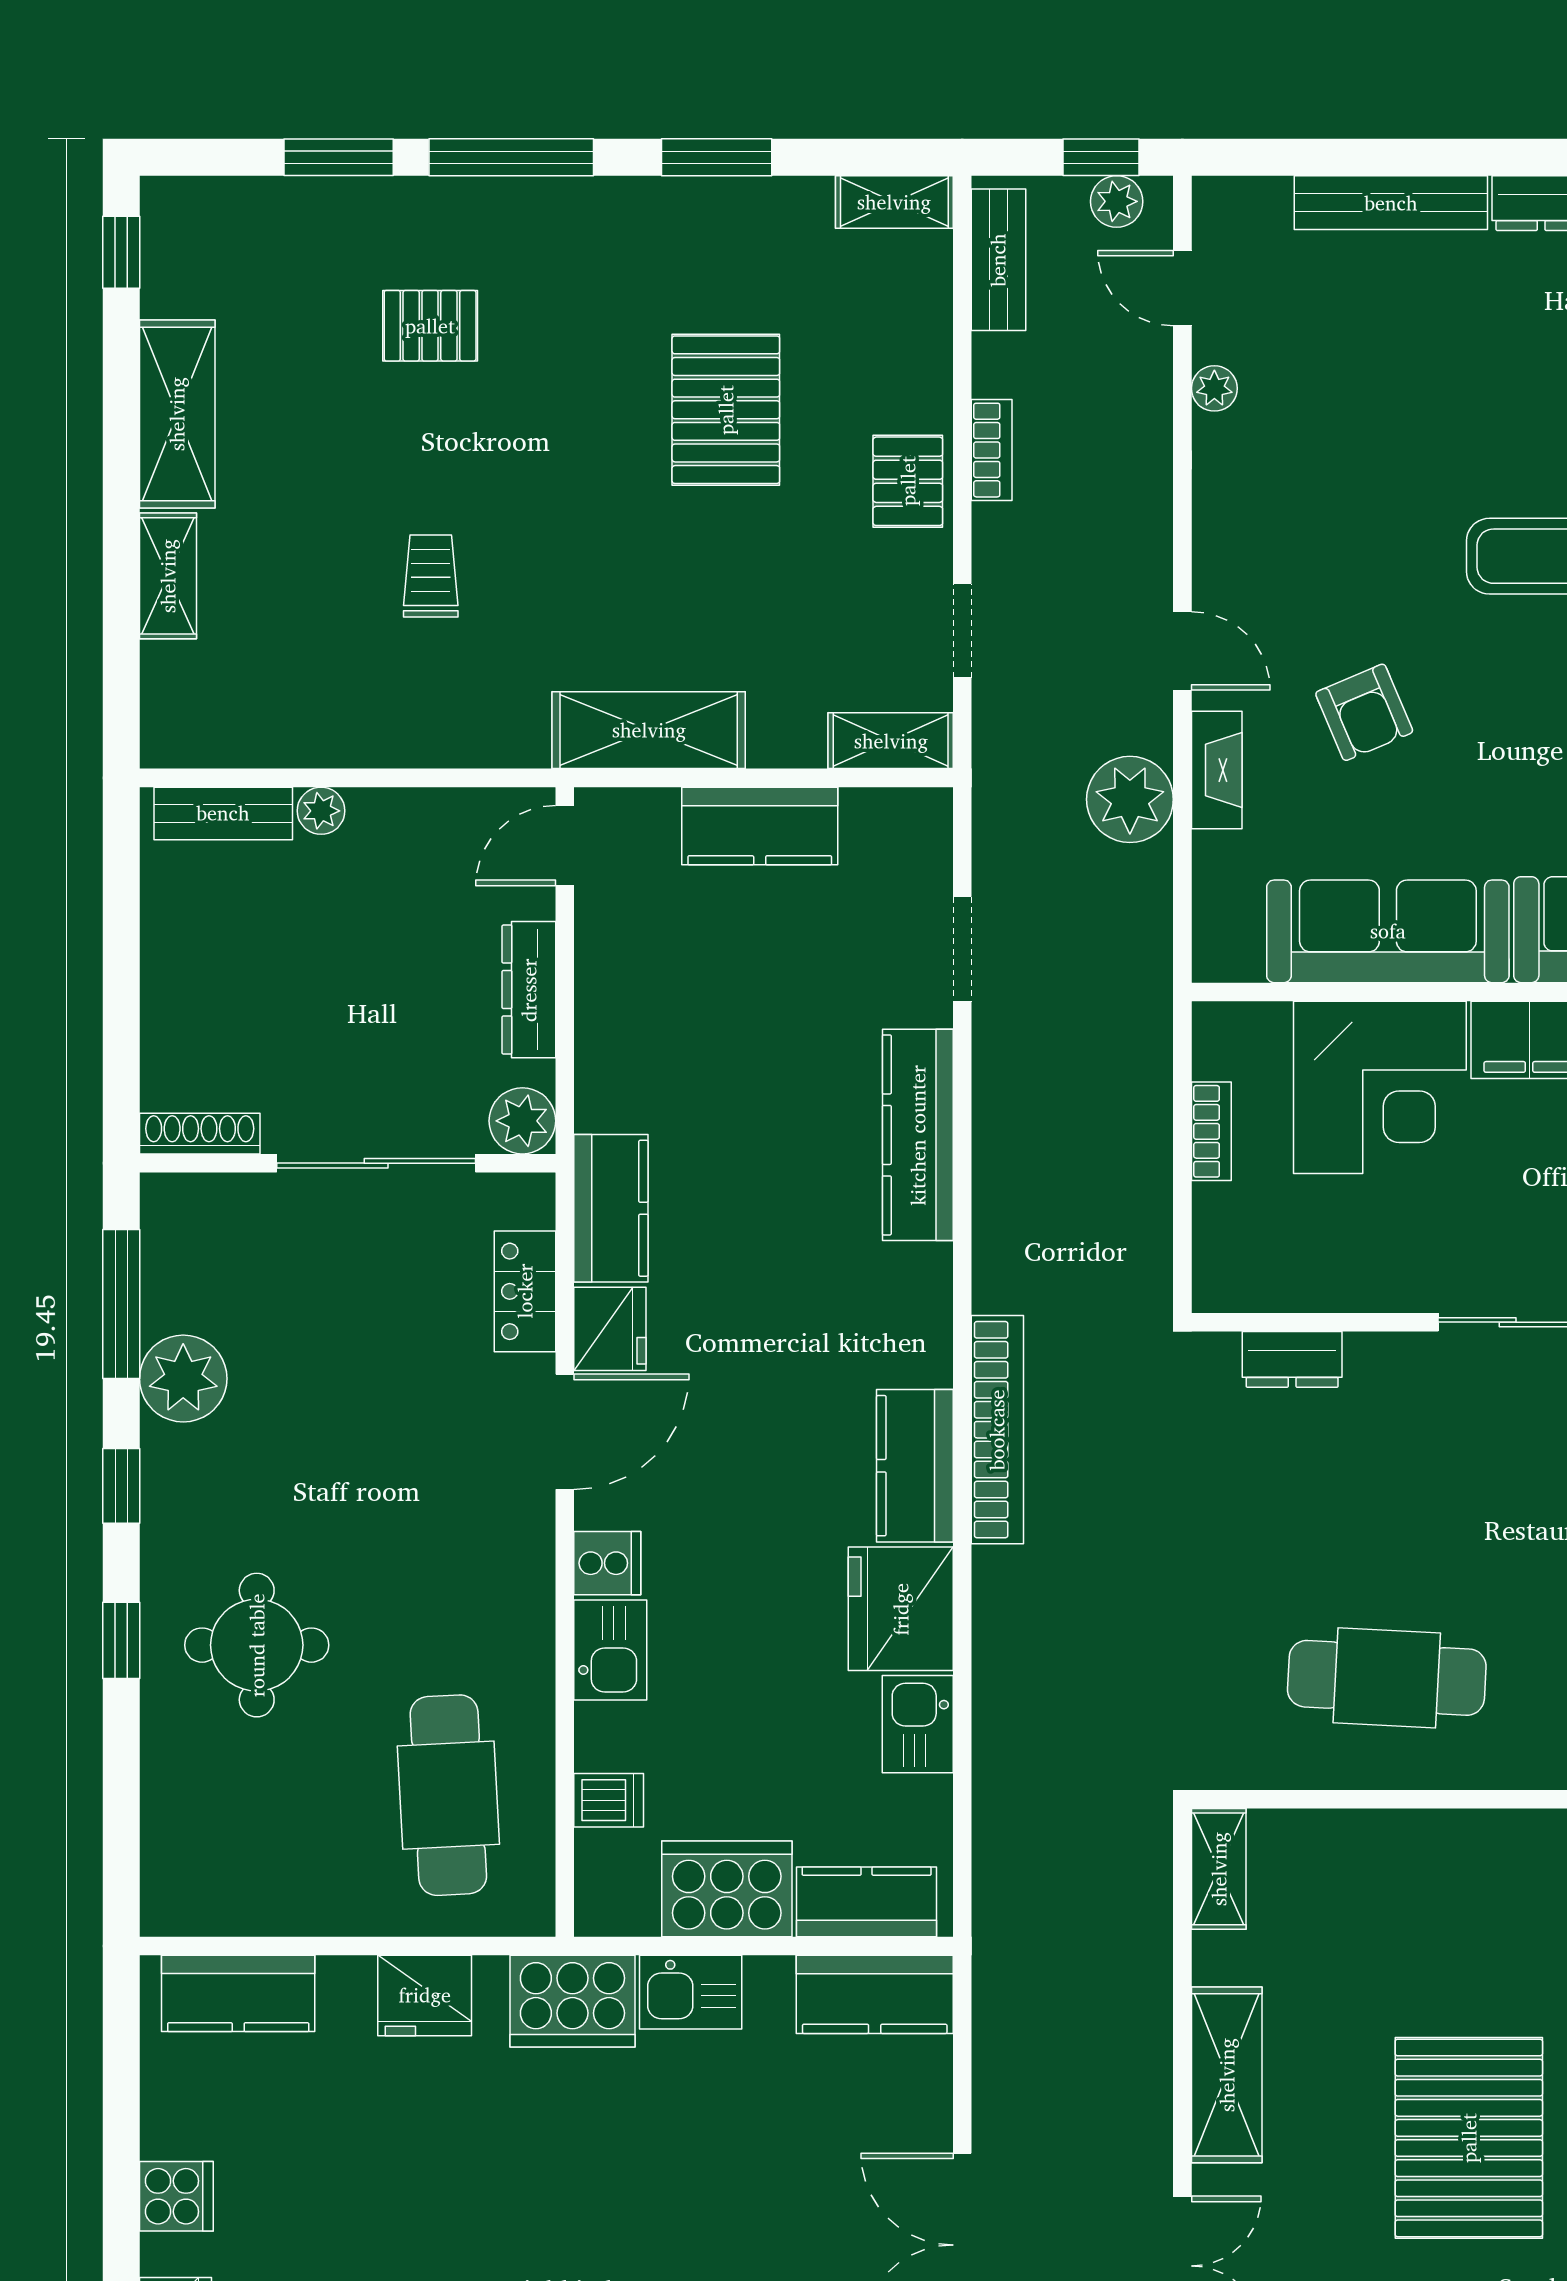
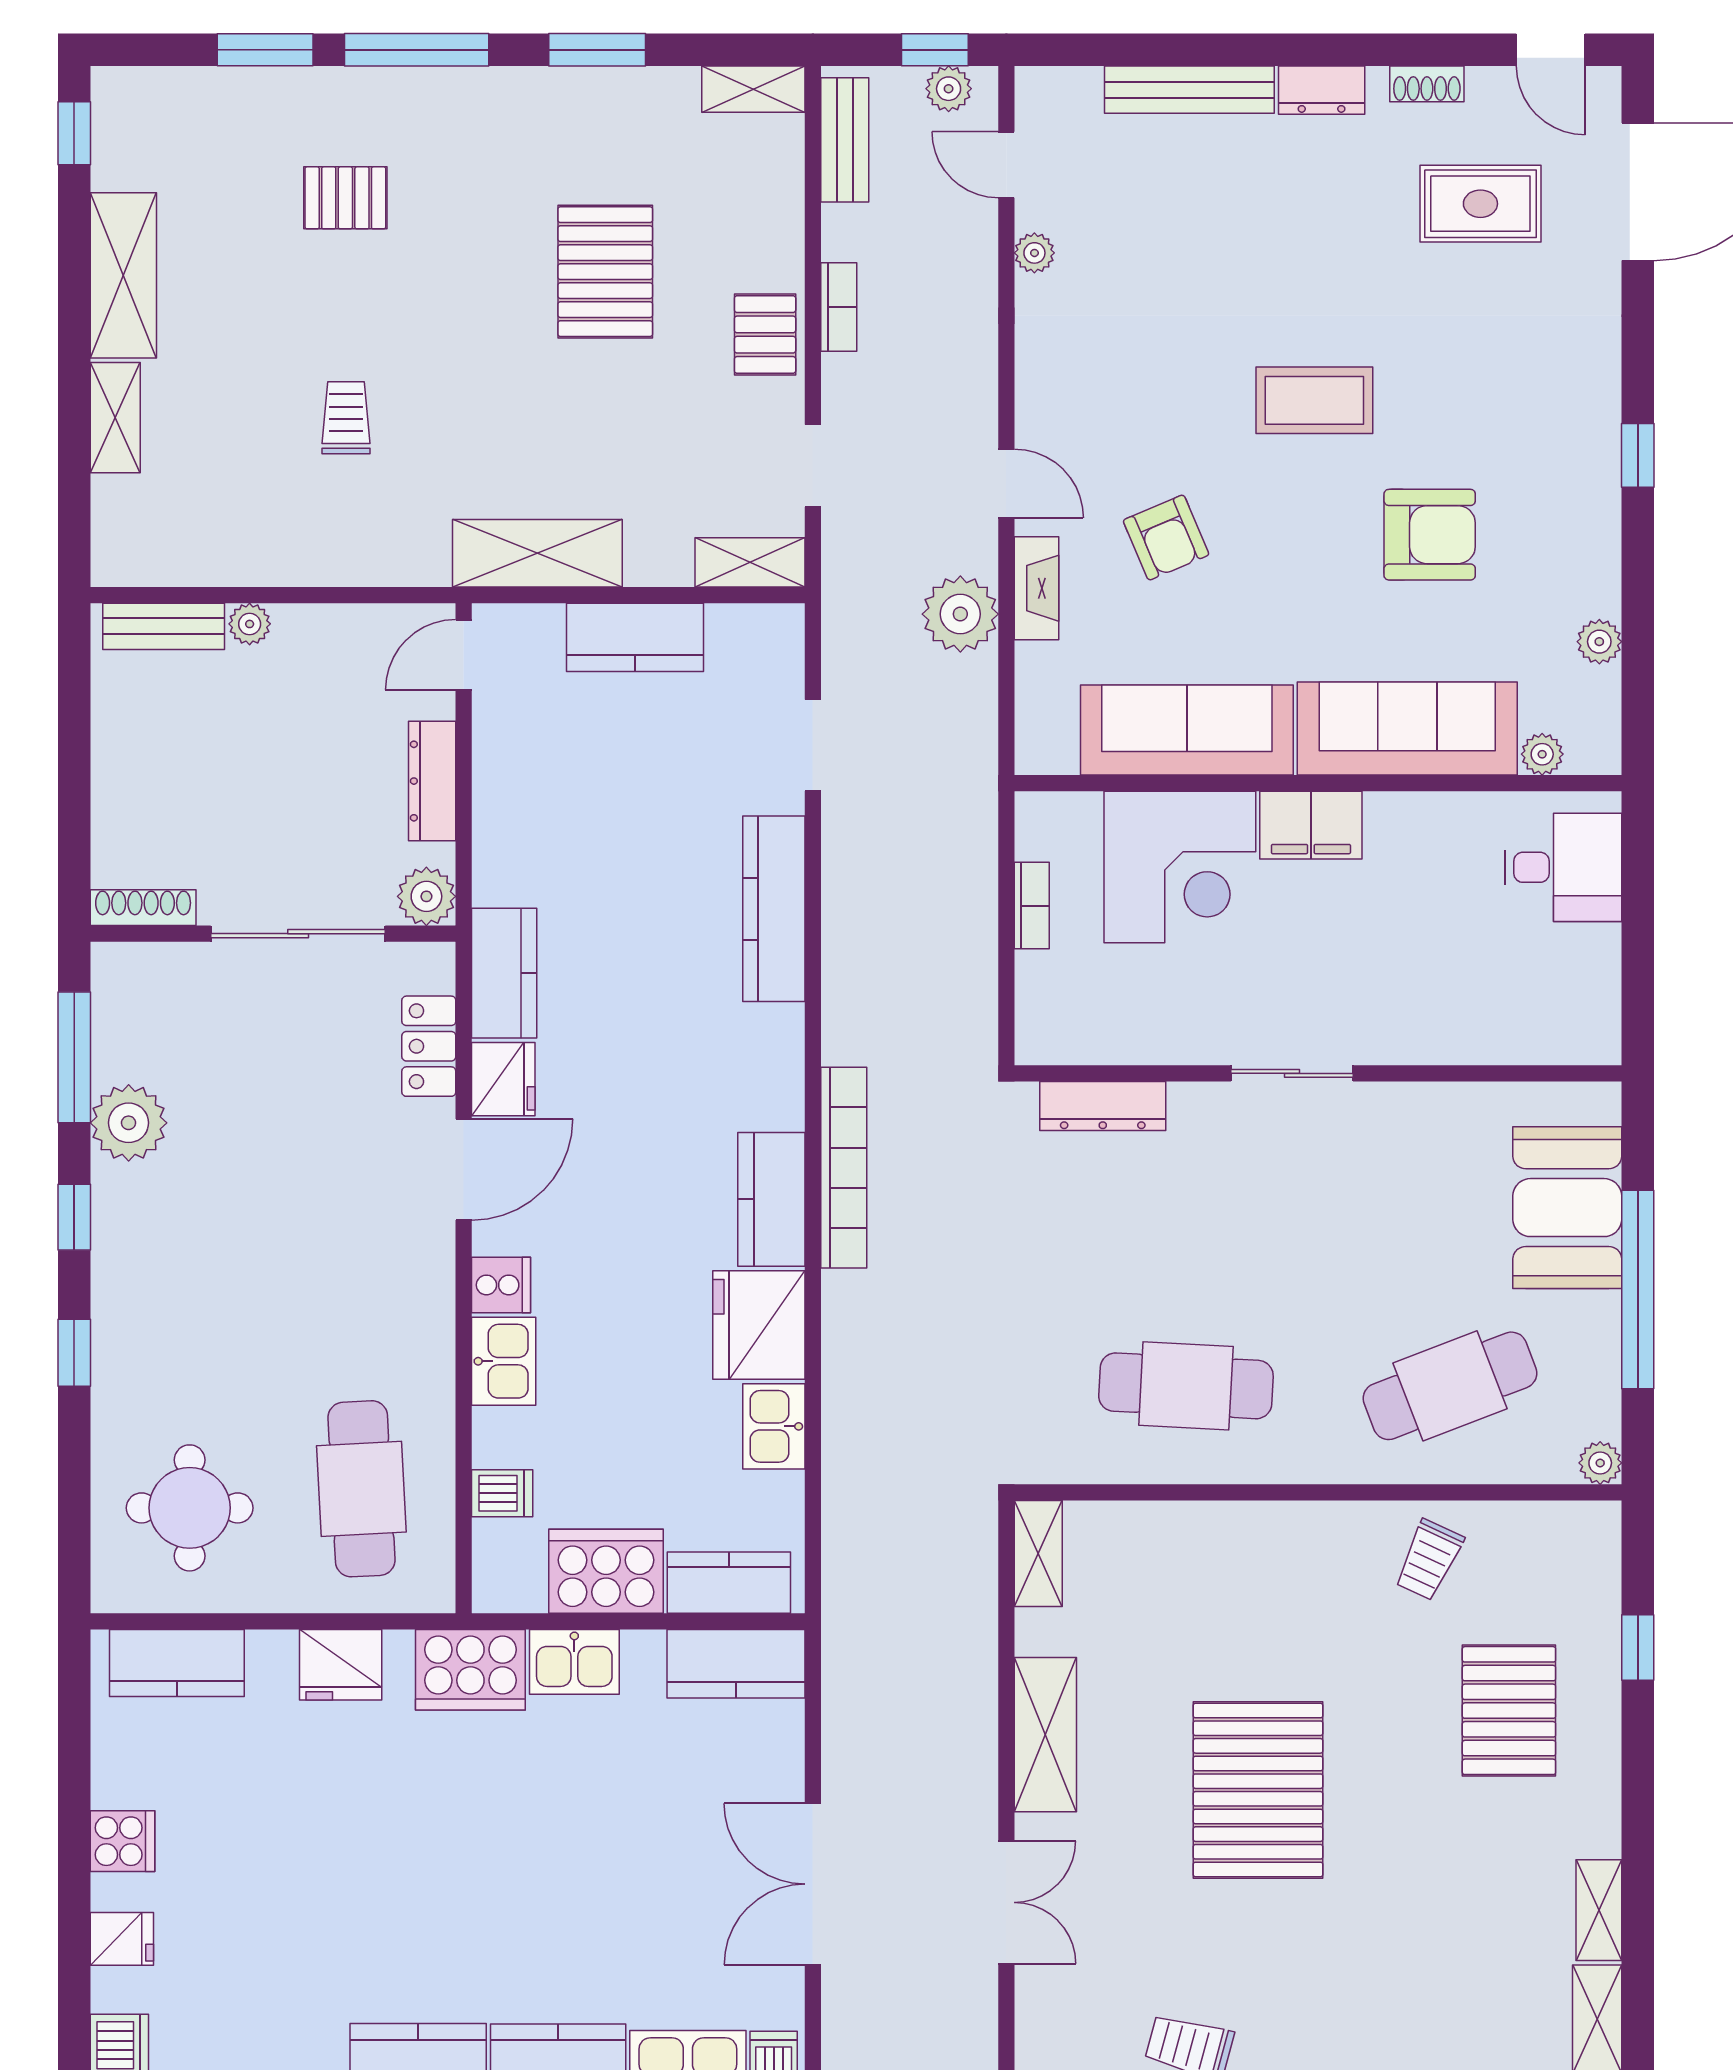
dresser: (1292, 1359) -> (1103, 1106), width x1.44
round table: (257, 1645) -> (190, 1508), moved

